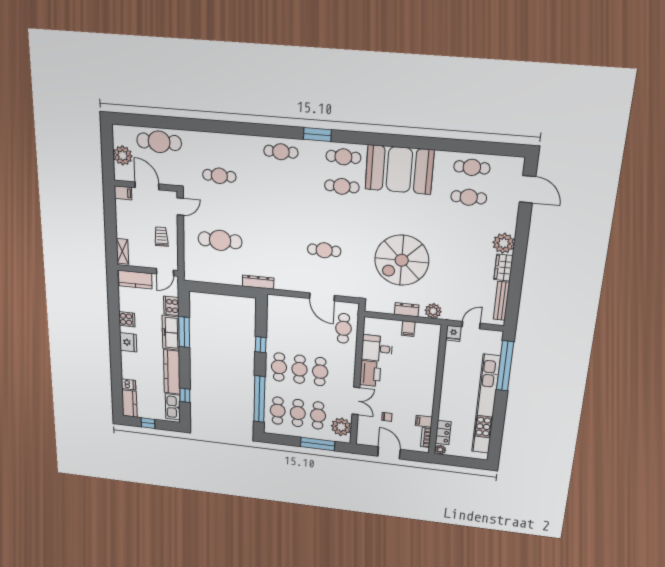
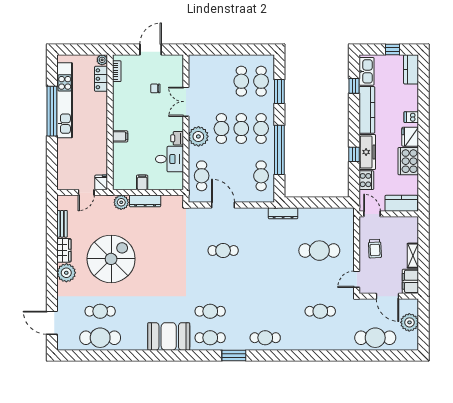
cafe table: (472, 167) -> (100, 338), width x1.37, depth x1.35
booth: (399, 170) -> (169, 336), width x0.73, depth x0.70
filing cabinet: (123, 193) -> (410, 281), width x2.00
shelving: (122, 251) -> (413, 256), moved
spiral stairs: (402, 260) -> (111, 259), moved
door: (165, 272) -> (372, 214), hinge flipped
bench: (502, 301) -> (62, 224), width x0.73
dresser: (407, 310) -> (145, 201), width x1.44
cooker: (127, 319) -> (408, 161), width x1.87, depth x1.31
window: (184, 332) -> (354, 154), width x0.46
window: (261, 345) -> (279, 150), width x3.17
window: (505, 366) -> (52, 111), moved
printer: (370, 374) -> (177, 138), width x0.53, depth x0.68
dishwasher: (129, 384) -> (411, 117), moved
window: (259, 399) -> (279, 91), width x0.47
kitchen unit: (486, 404) -> (65, 100), width x0.73
cafe table: (318, 415) -> (261, 176), moved
filing cabinet: (424, 421) -> (120, 136), moved
plant: (341, 427) -> (198, 136), moved
window: (318, 444) -> (220, 49), removed
door: (389, 453) -> (151, 49), swing flipped

